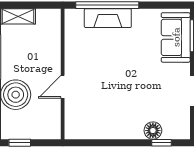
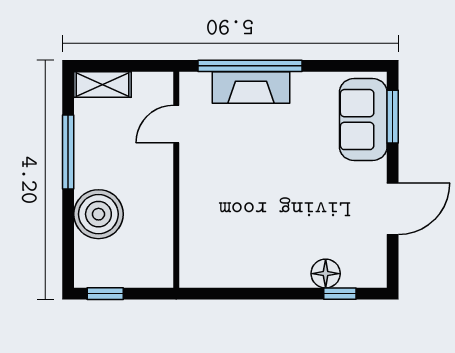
door: (63, 87) -> (176, 124), moved

